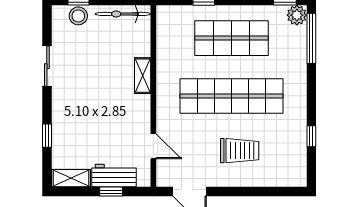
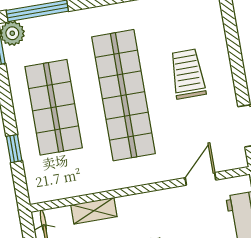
shelving: (143, 76) -> (94, 211), moved

